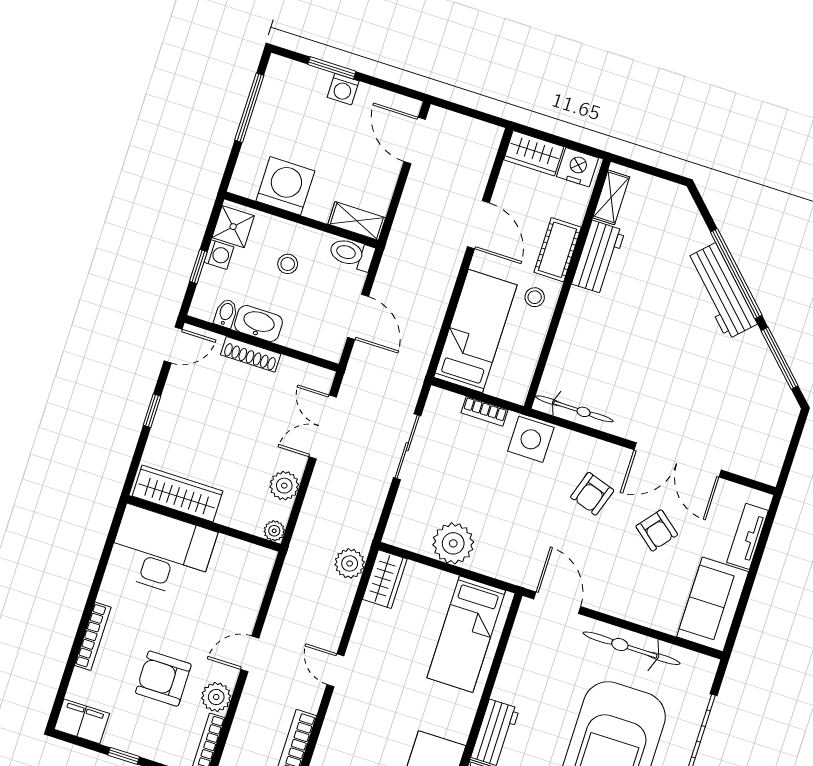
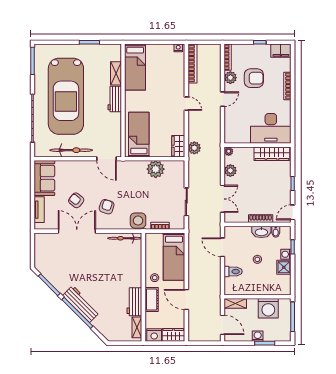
washing machine: (285, 186) -> (268, 308), moved
wall: (301, 220) -> (258, 297), moved
shelving: (357, 221) -> (235, 303), moved

